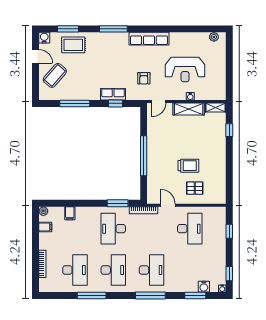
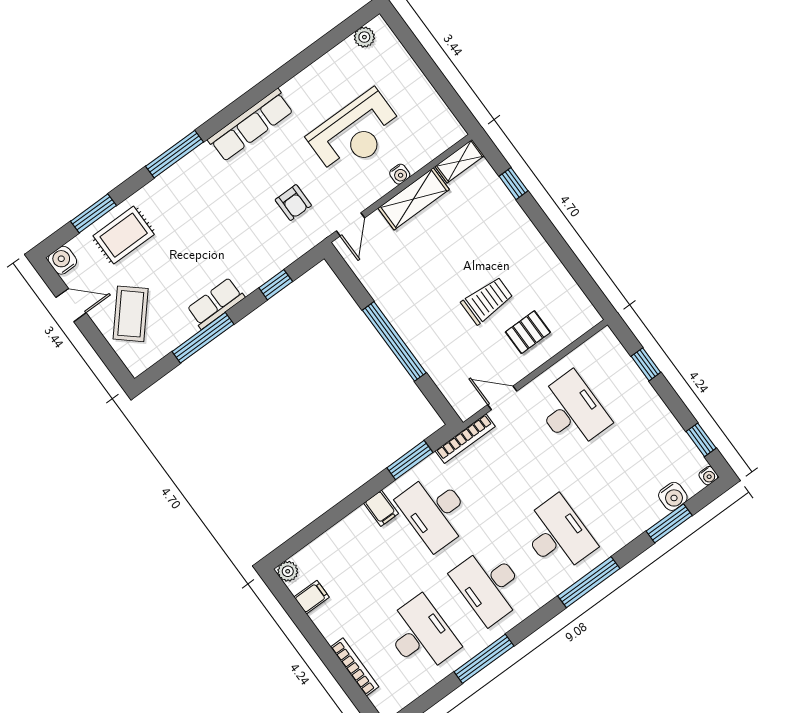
row of seats: (113, 94) -> (216, 303), moved
filing cabinet: (70, 213) -> (381, 508), moved
desk: (113, 270) -> (489, 585), turned 180

